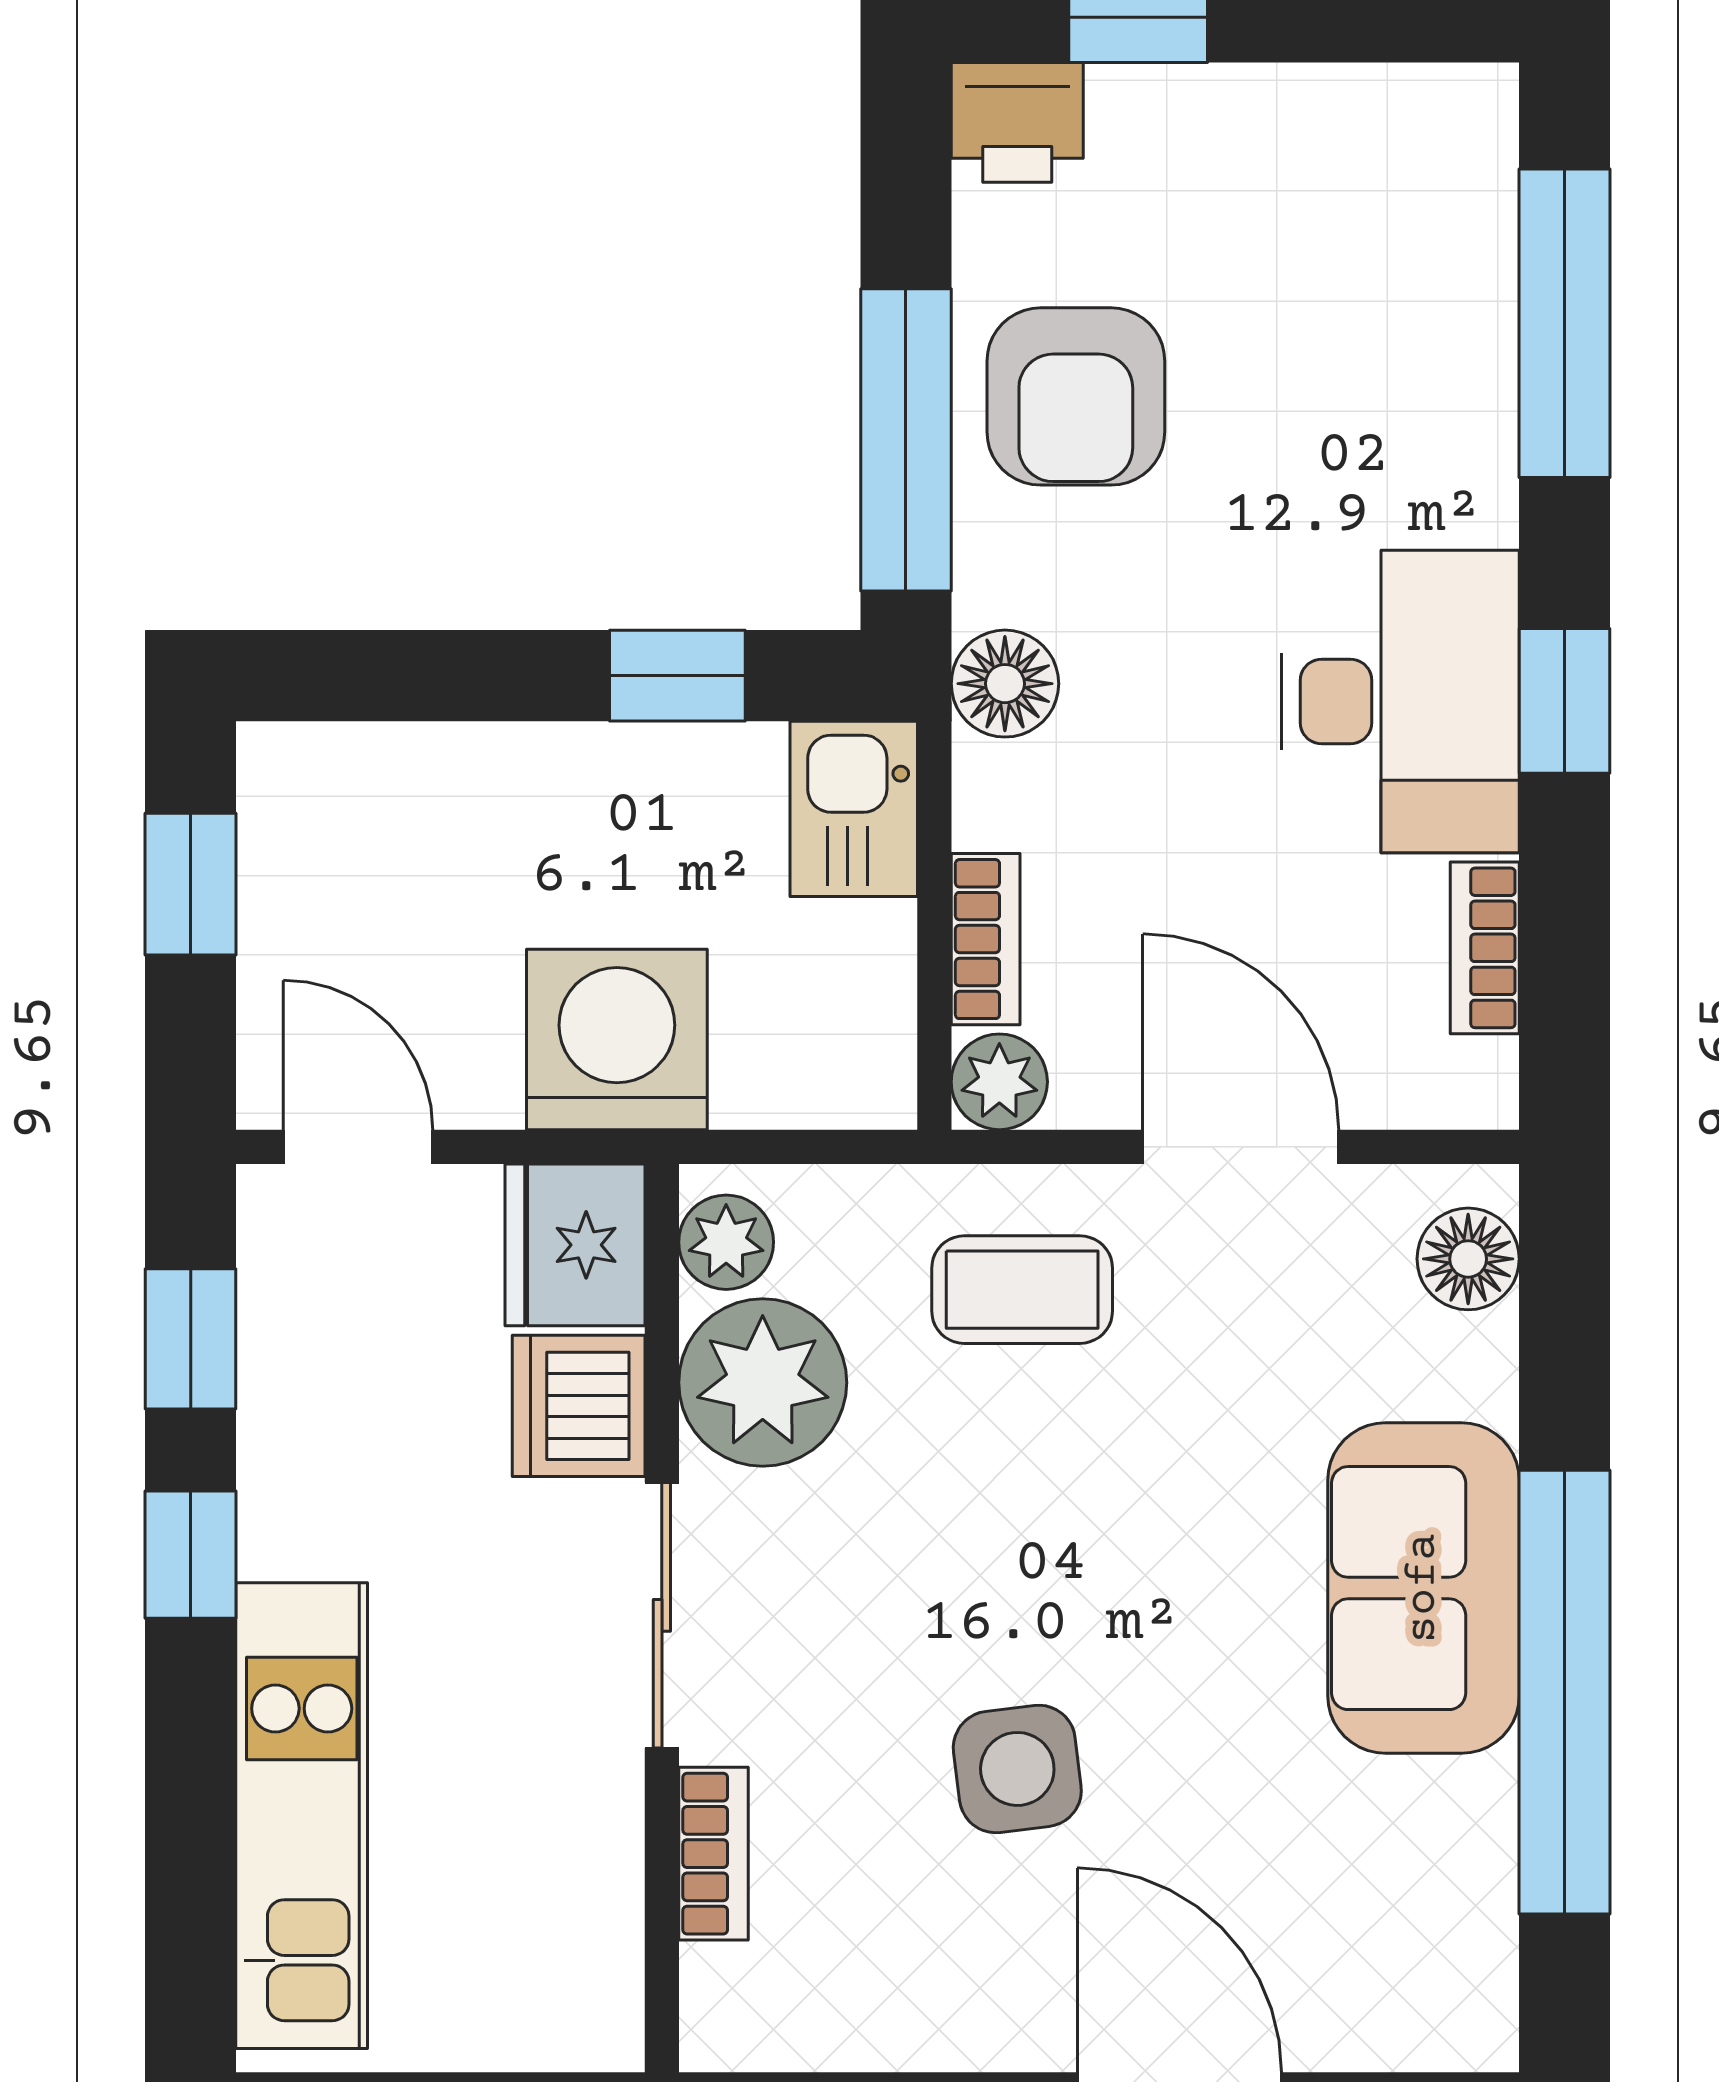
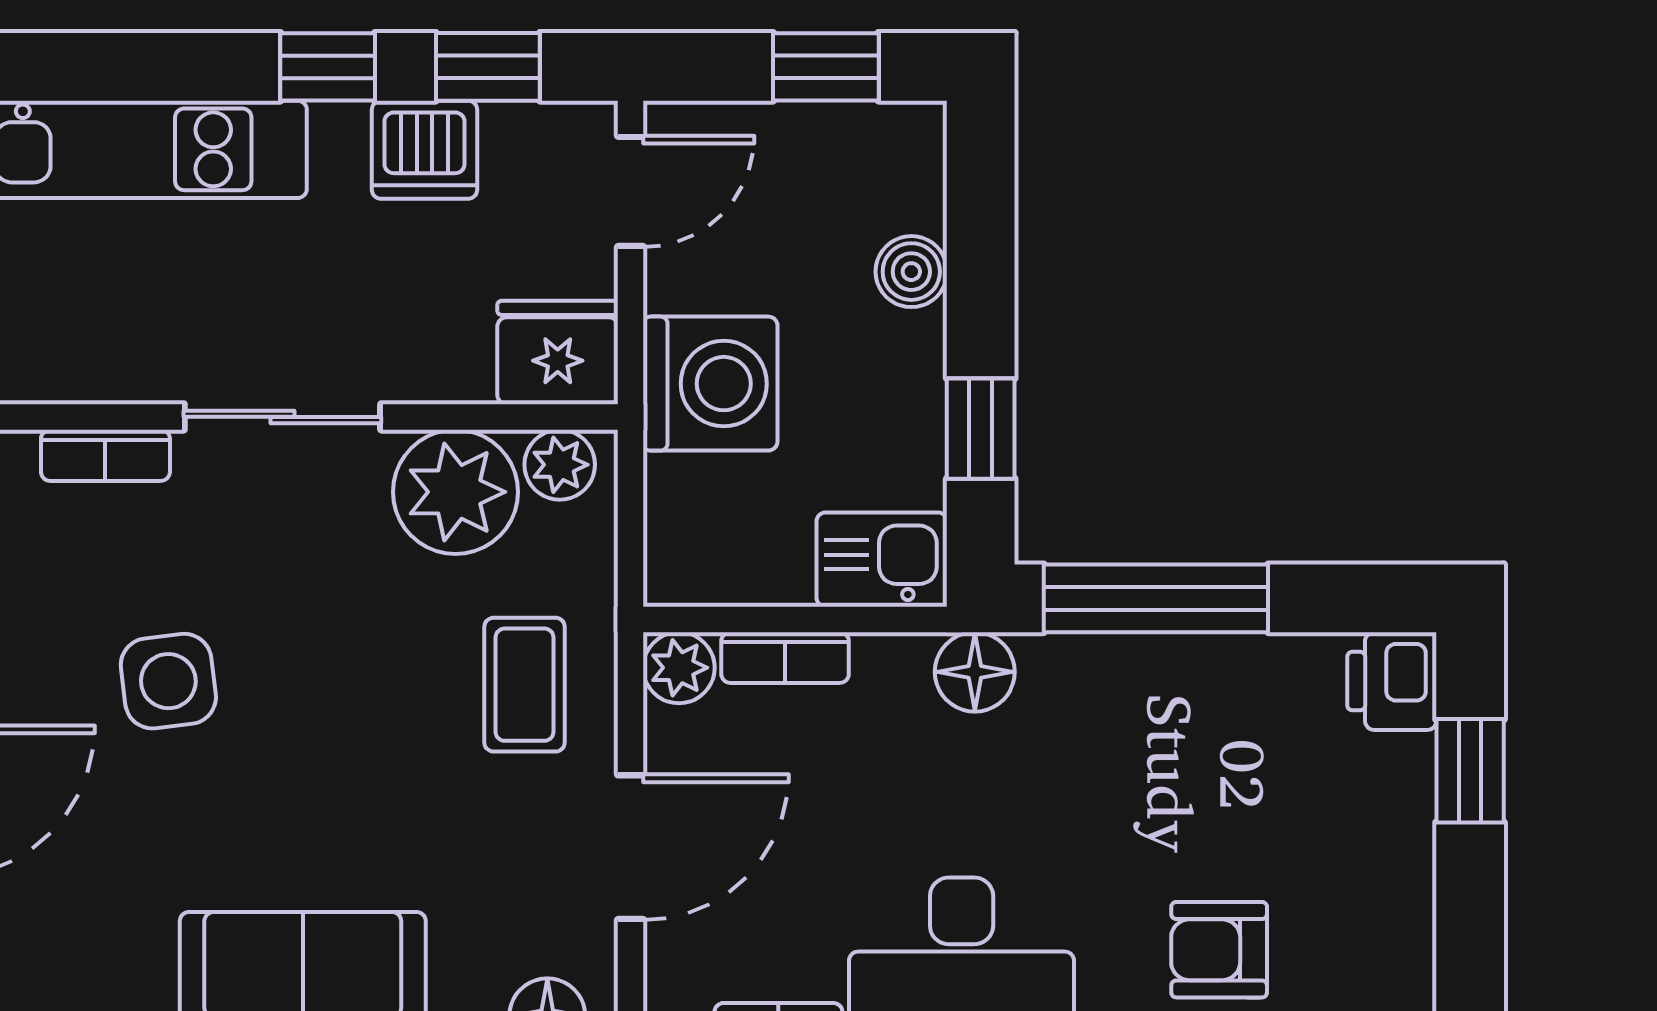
armchair: (1076, 396) -> (1219, 950), moved, width x0.72, depth x0.72
boiler: (466, 769) -> (911, 272), added
dishwasher: (579, 1406) -> (424, 150), moved, turned 180

